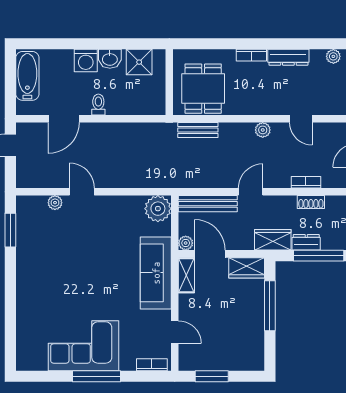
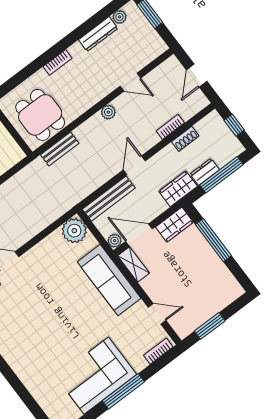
dresser: (288, 57) -> (98, 34), moved

